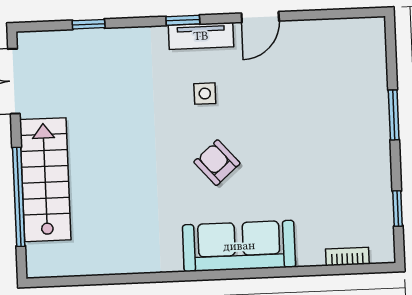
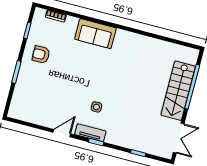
armchair: (217, 163) -> (41, 55), moved, turned 131
sofa: (239, 246) -> (95, 34), width x0.73

